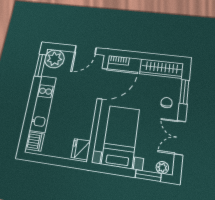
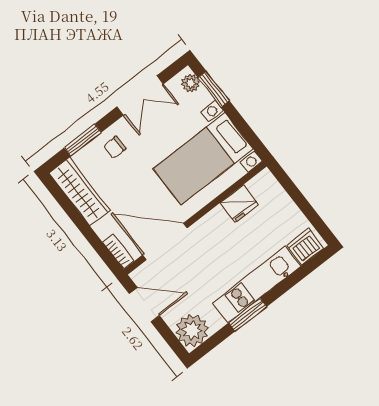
window: (40, 65) -> (248, 315), moved
fridge: (81, 149) -> (239, 204), moved

